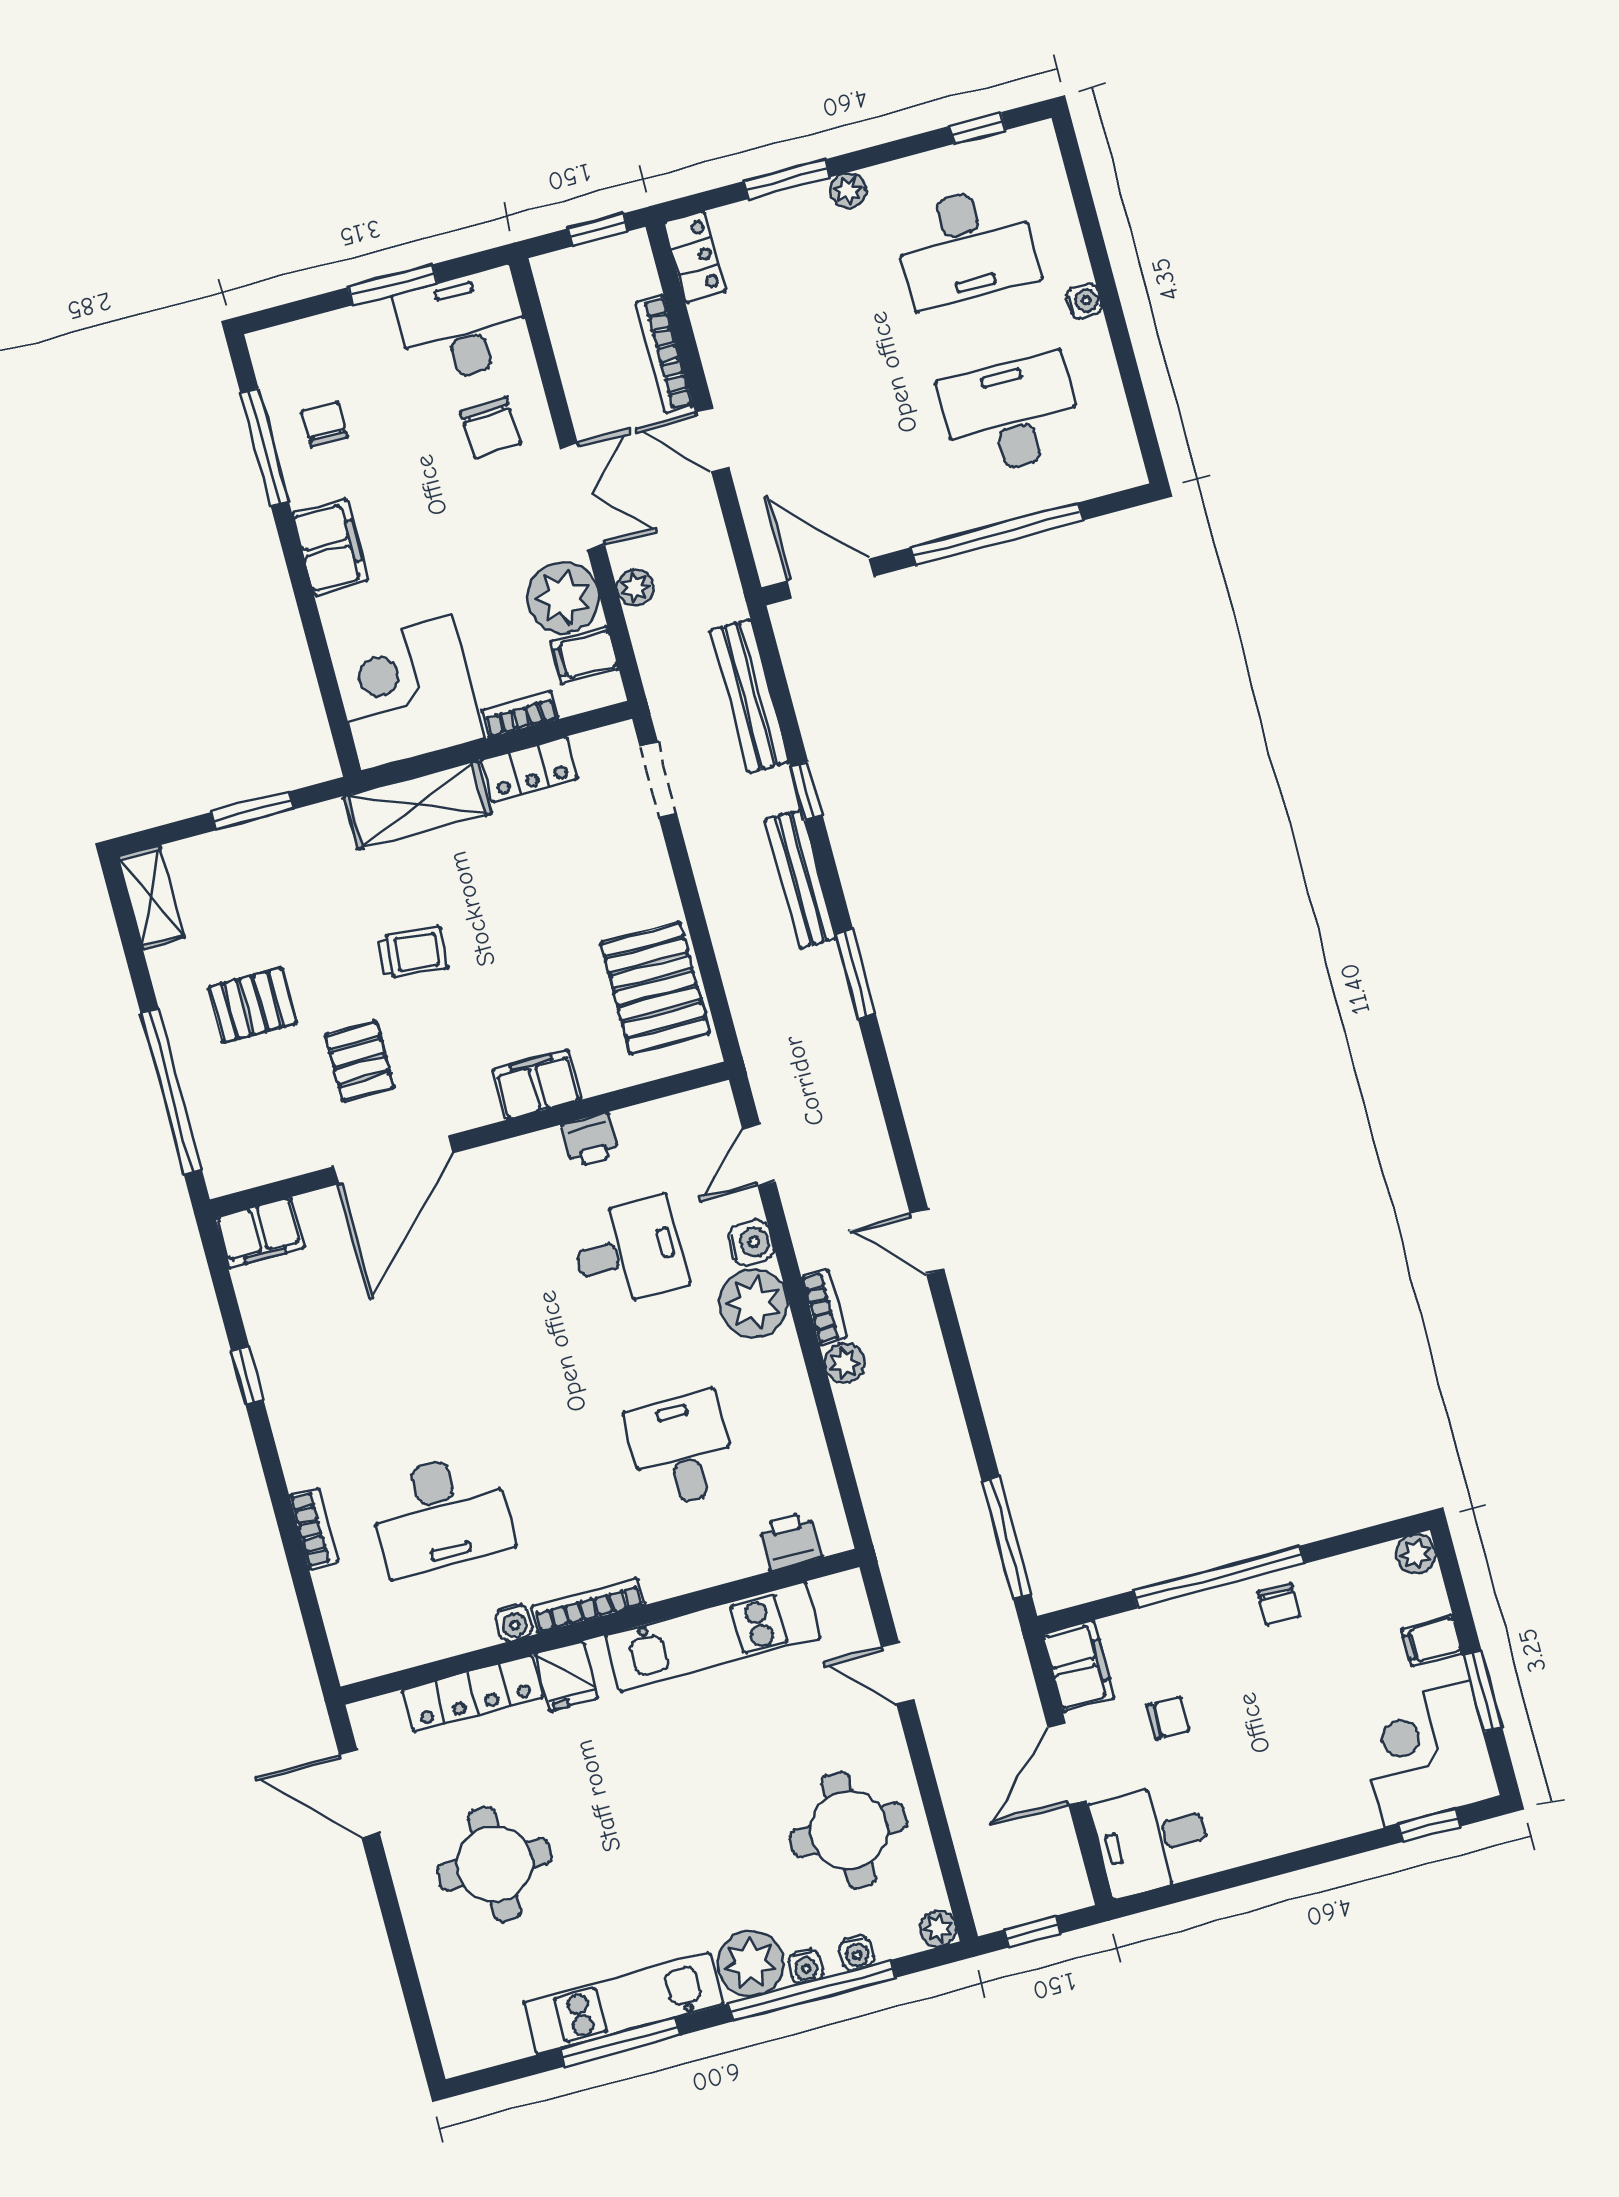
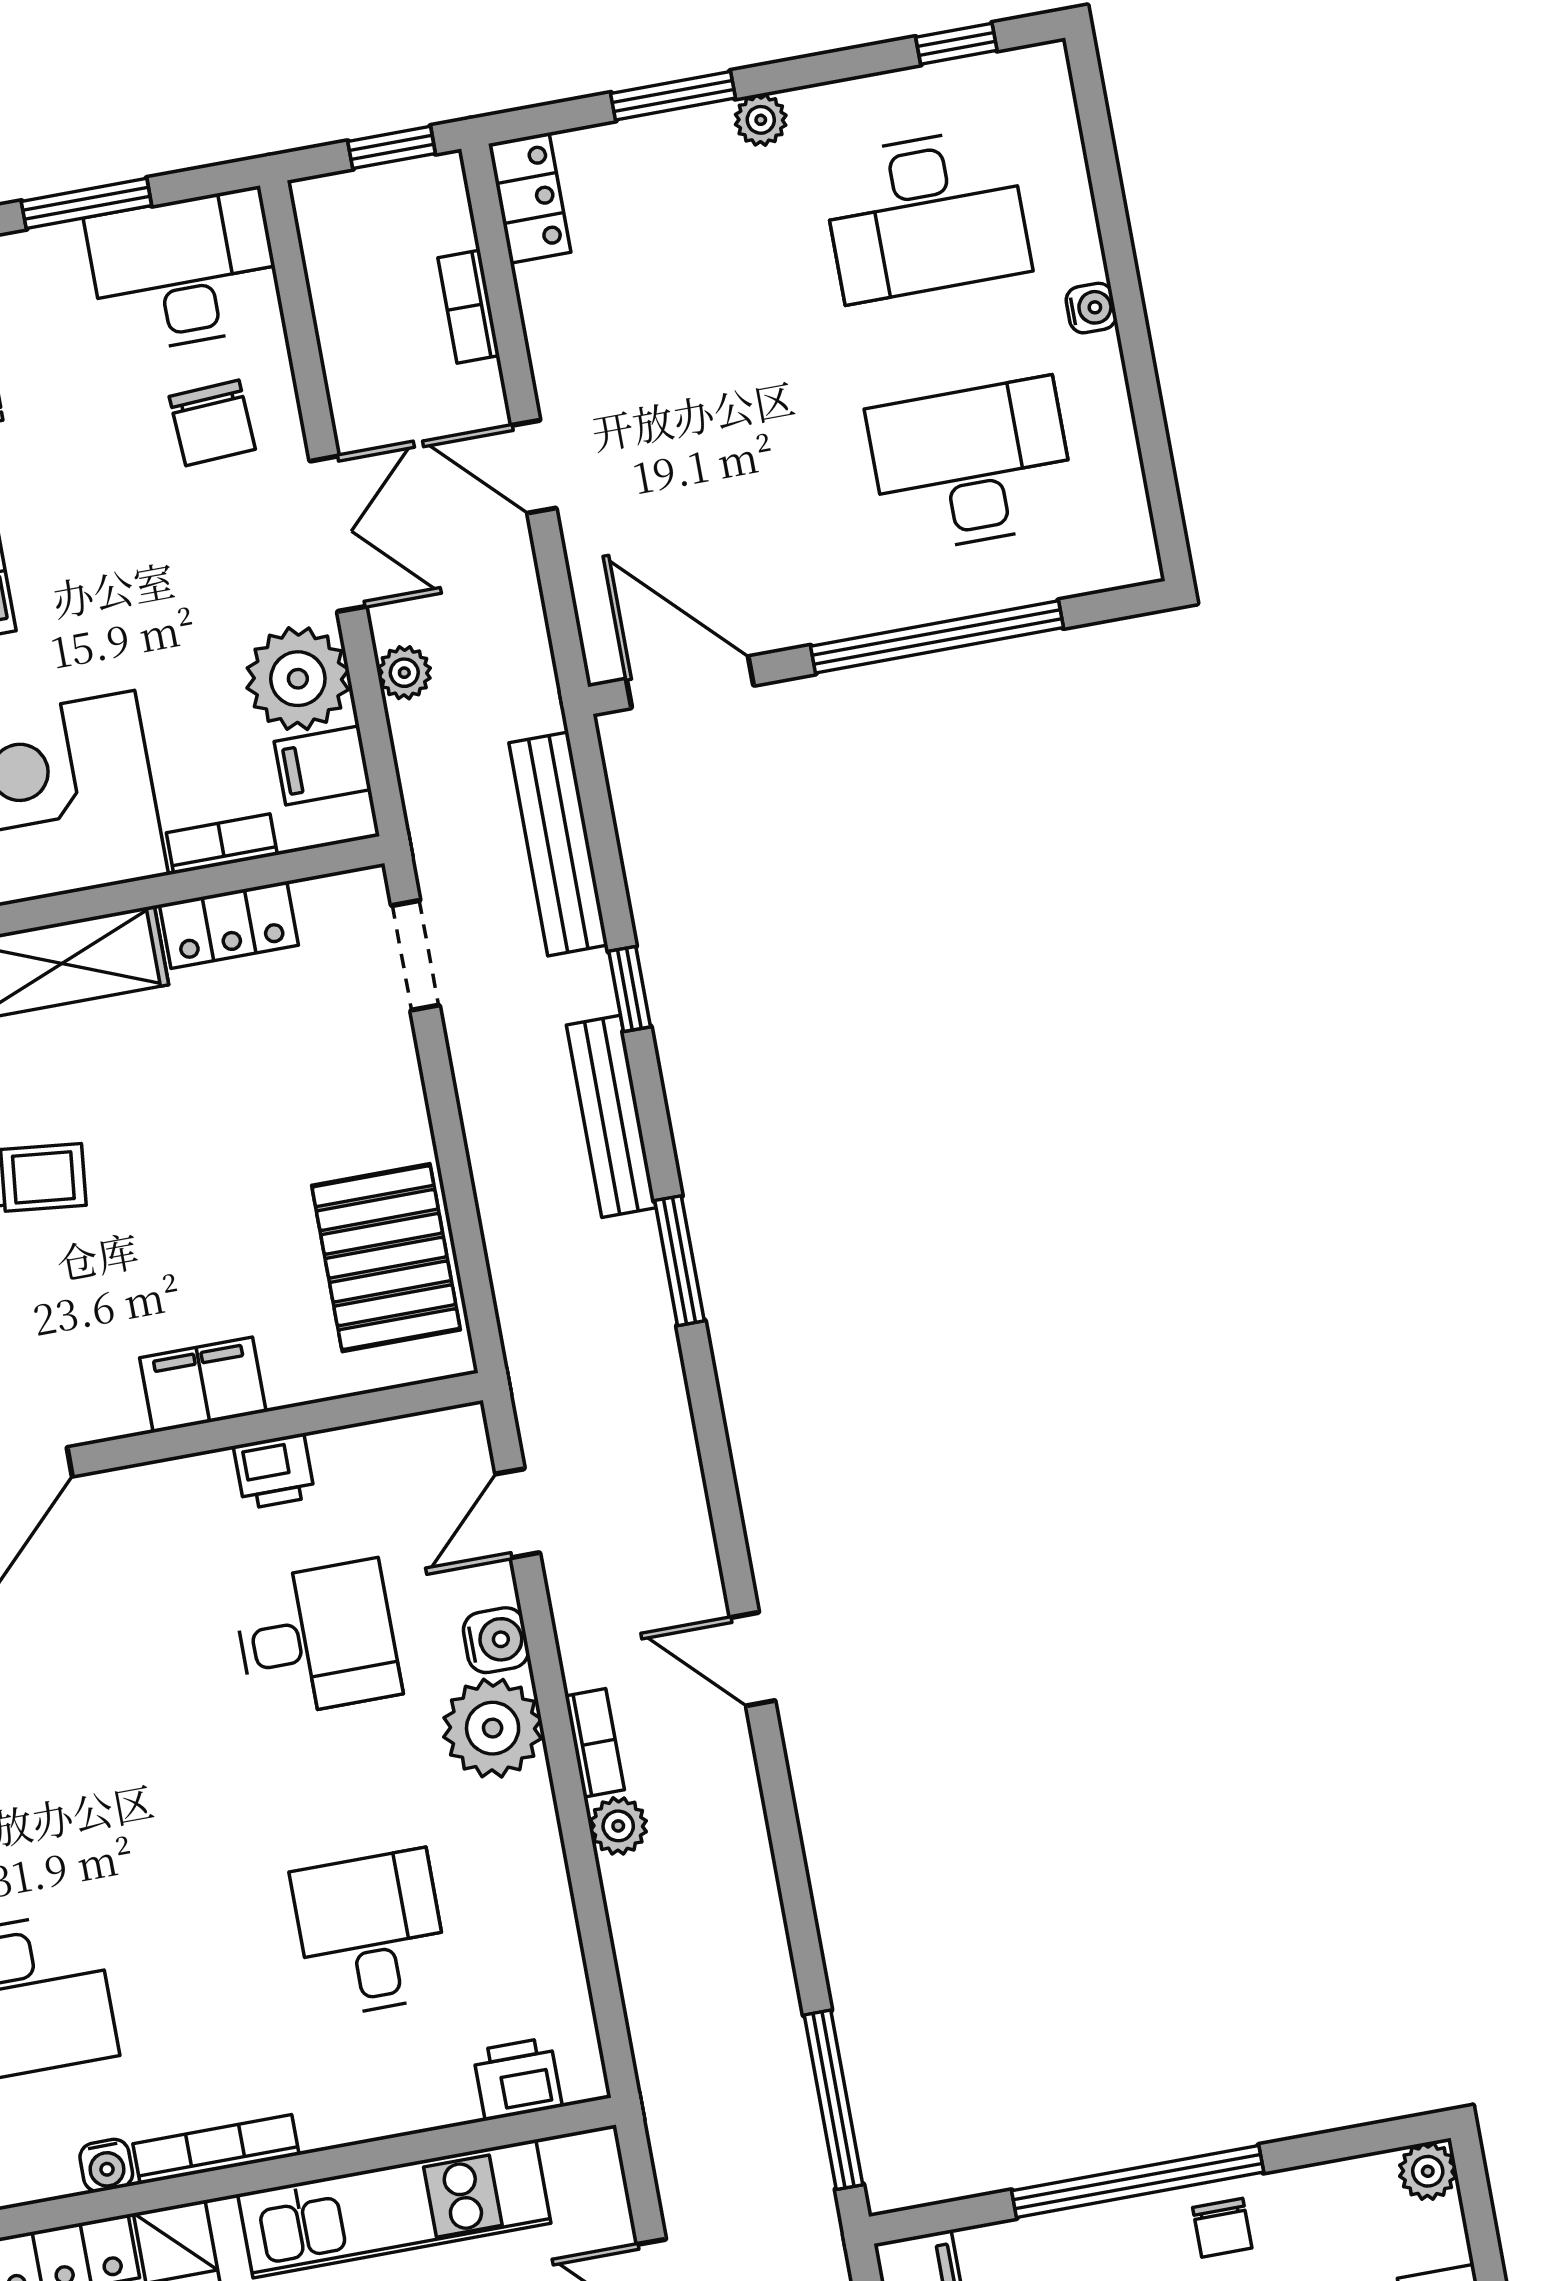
bookcase: (664, 354) -> (469, 307), width x0.64

